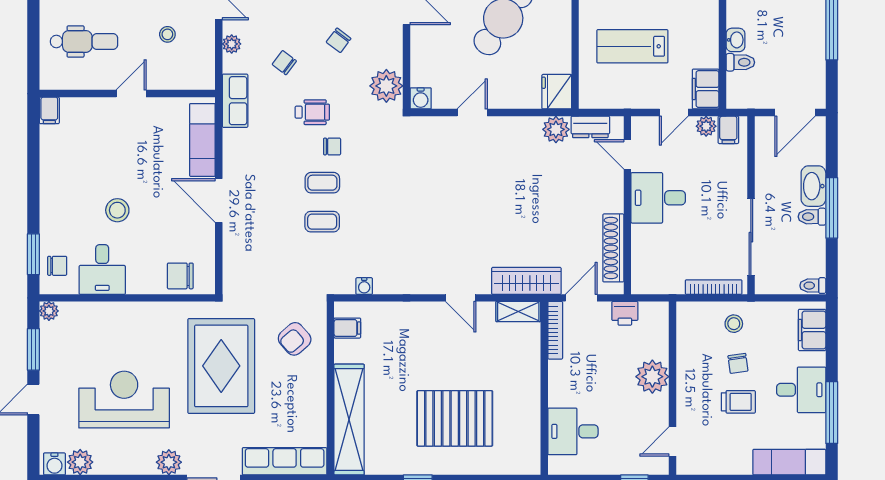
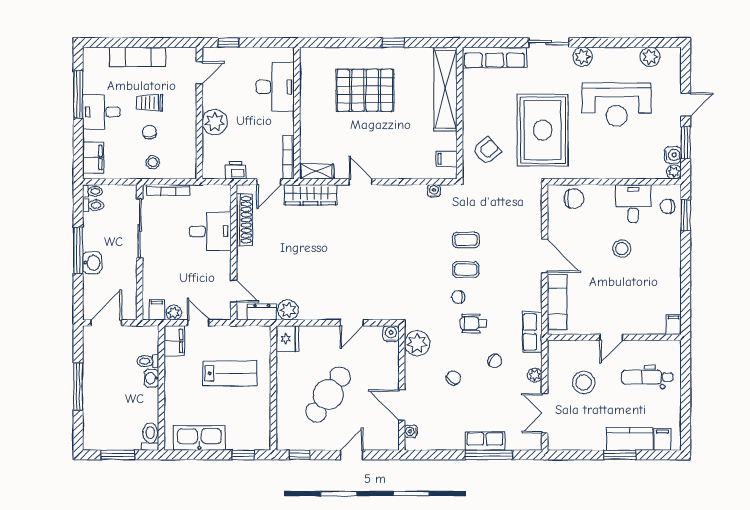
stool: (167, 34) -> (584, 382), width x1.89, depth x1.89
door: (674, 113) -> (198, 323), hinge flipped
washbasin: (813, 186) -> (92, 263), width x0.72
desk: (658, 198) -> (210, 231), moved
toilet: (812, 217) -> (93, 205), moved
desk: (573, 431) -> (275, 87), width x1.37
exam couch: (789, 462) -> (137, 57), moved
water cooler: (54, 464) -> (673, 155), moved, turned 90

